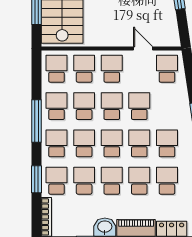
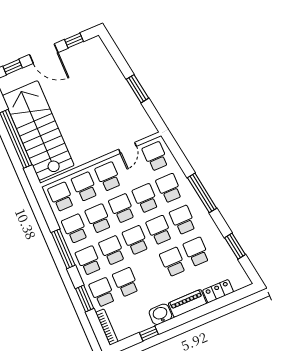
door: (143, 48) -> (127, 148), swing flipped
school desk: (112, 181) -> (169, 188), moved

